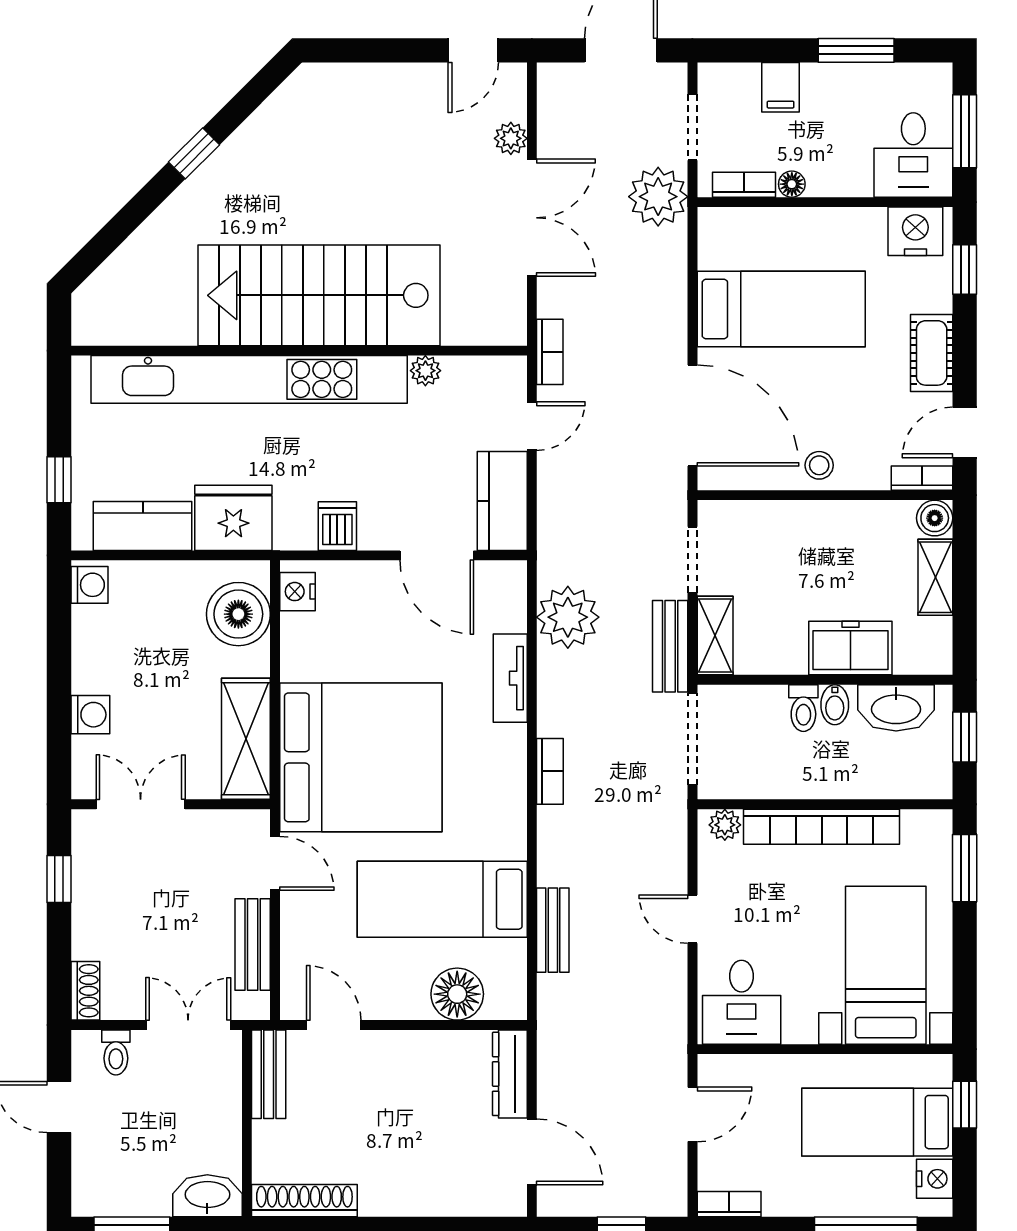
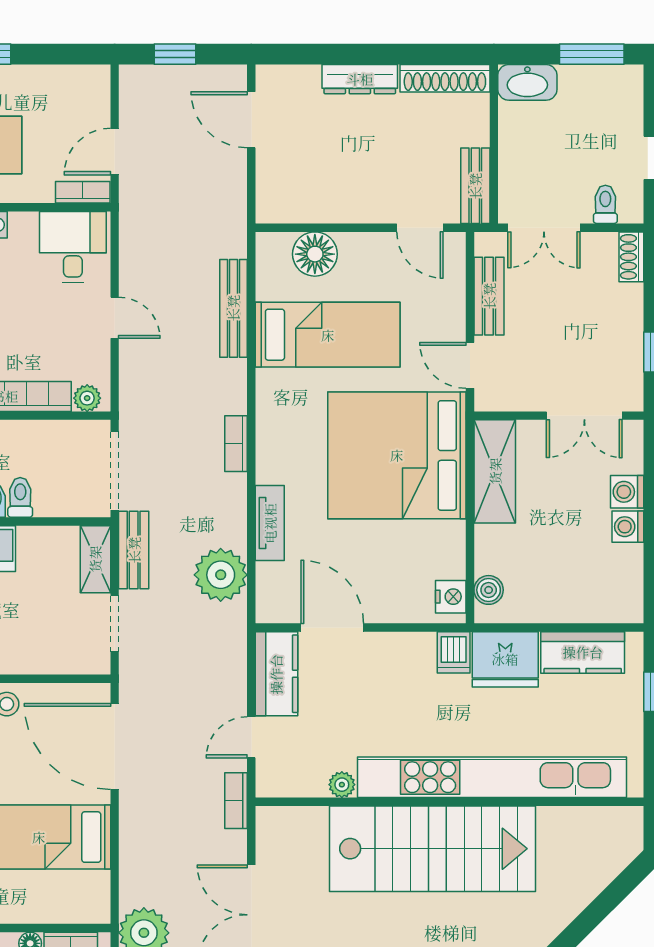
dishwasher: (337, 526) -> (454, 652), moved
washing machine: (89, 585) -> (628, 527), moved
boiler: (238, 614) -> (489, 590), width x0.54, depth x0.54
bench: (553, 930) -> (233, 308), width x1.36
dresser: (510, 1074) -> (360, 79), moved, turned 90
bookcase: (729, 1204) -> (83, 192), moved, turned 180

